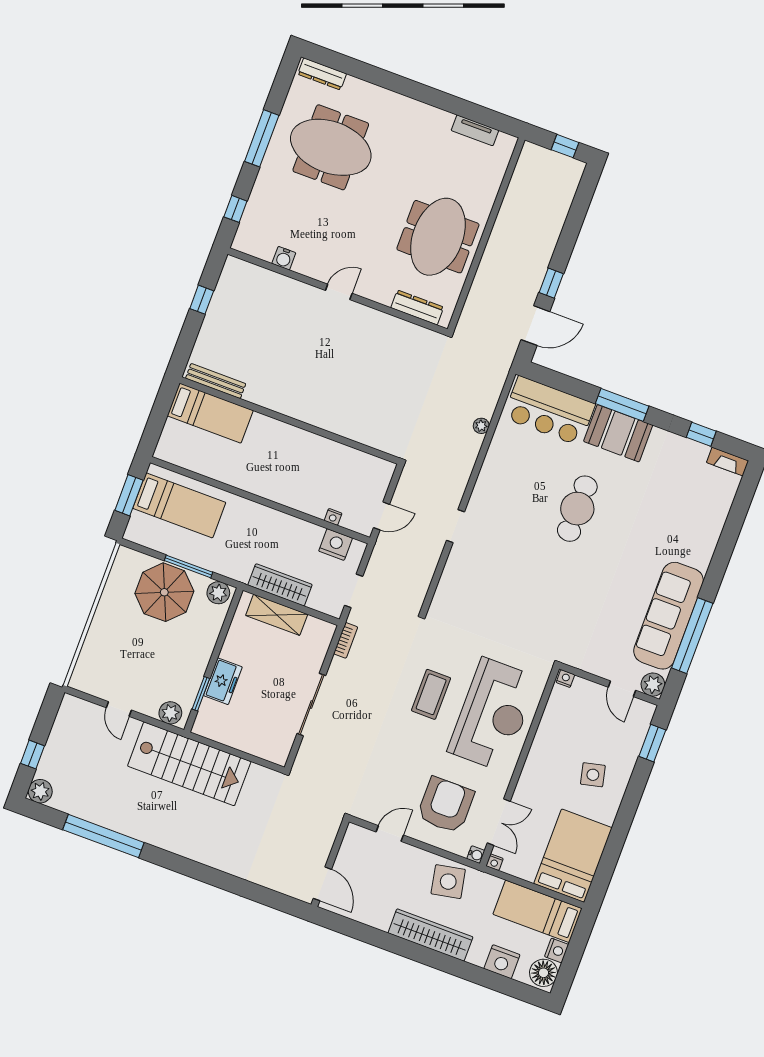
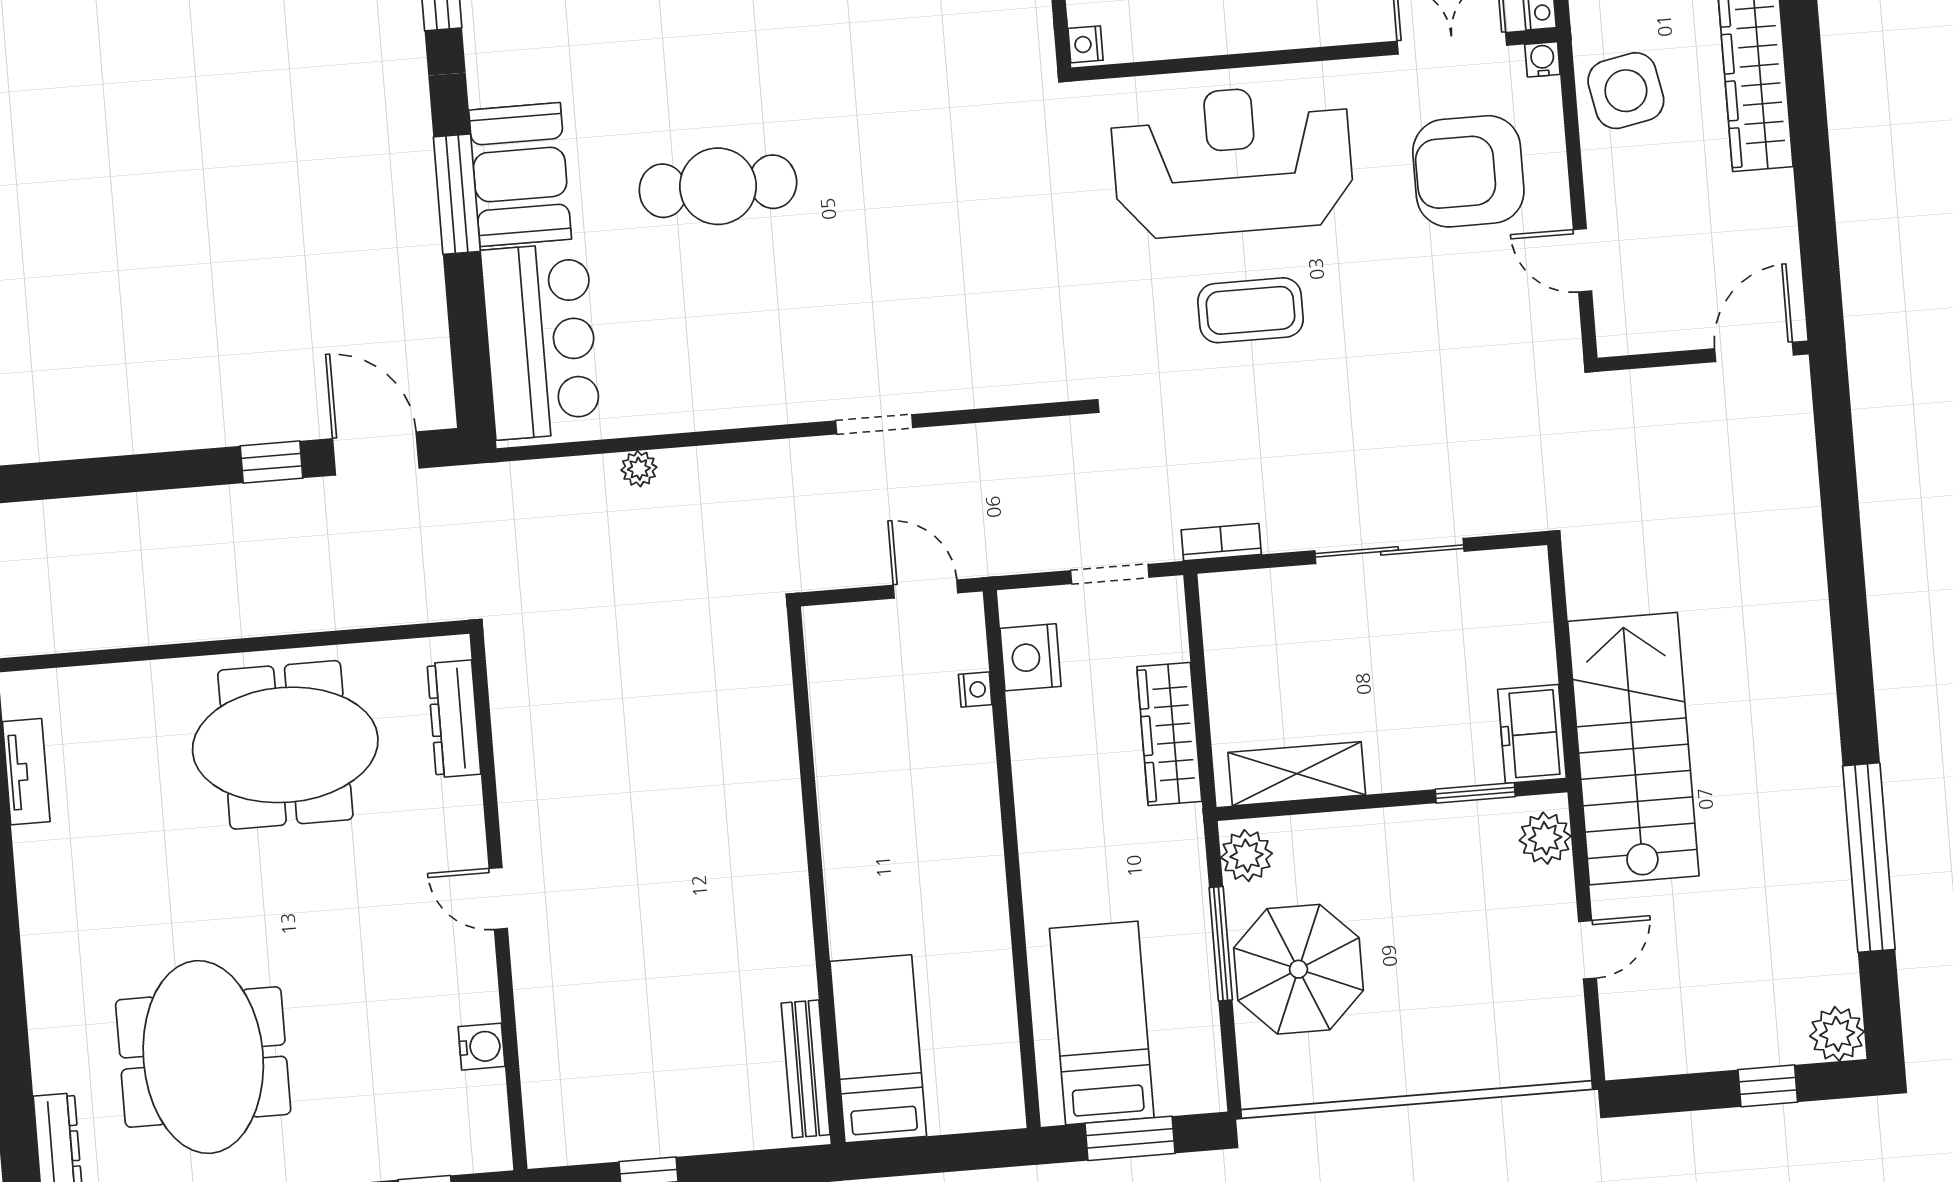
shelving: (277, 615) -> (1297, 774), moved, turned 90
freezer: (223, 681) -> (1532, 734), moved, turned -90

